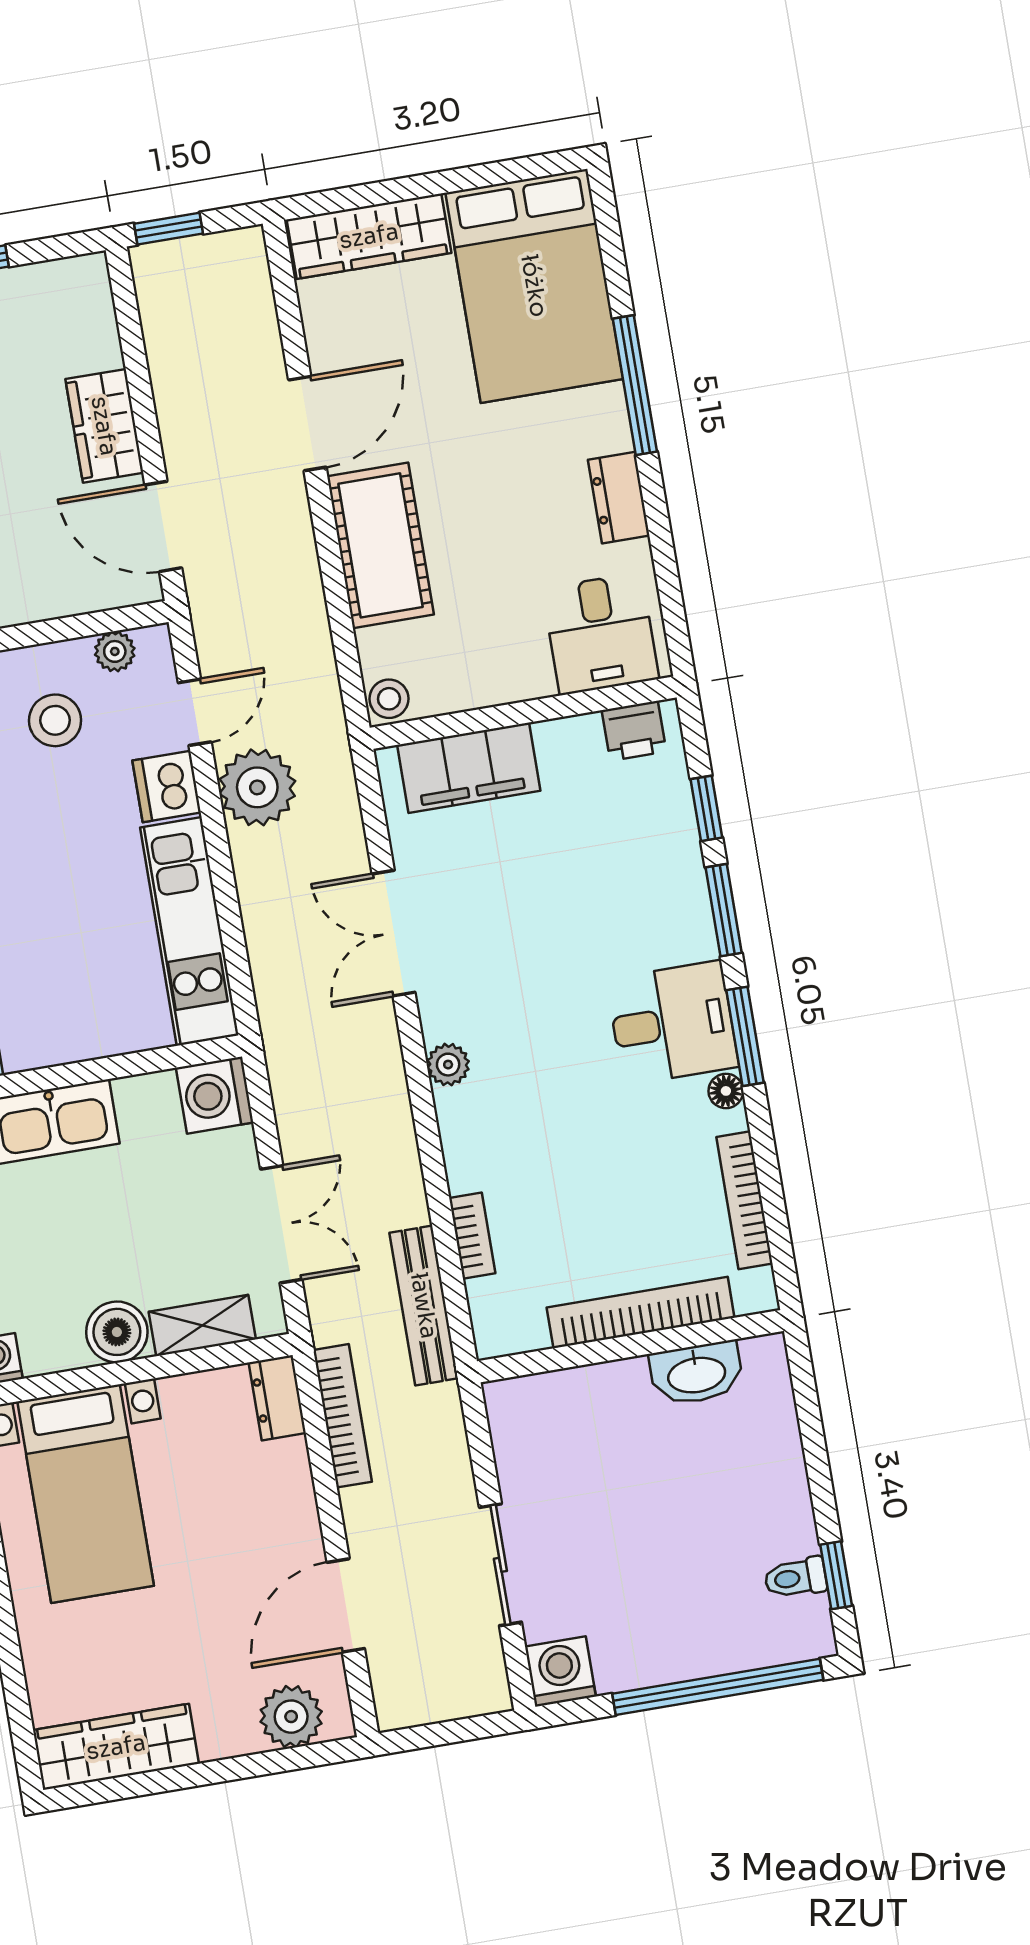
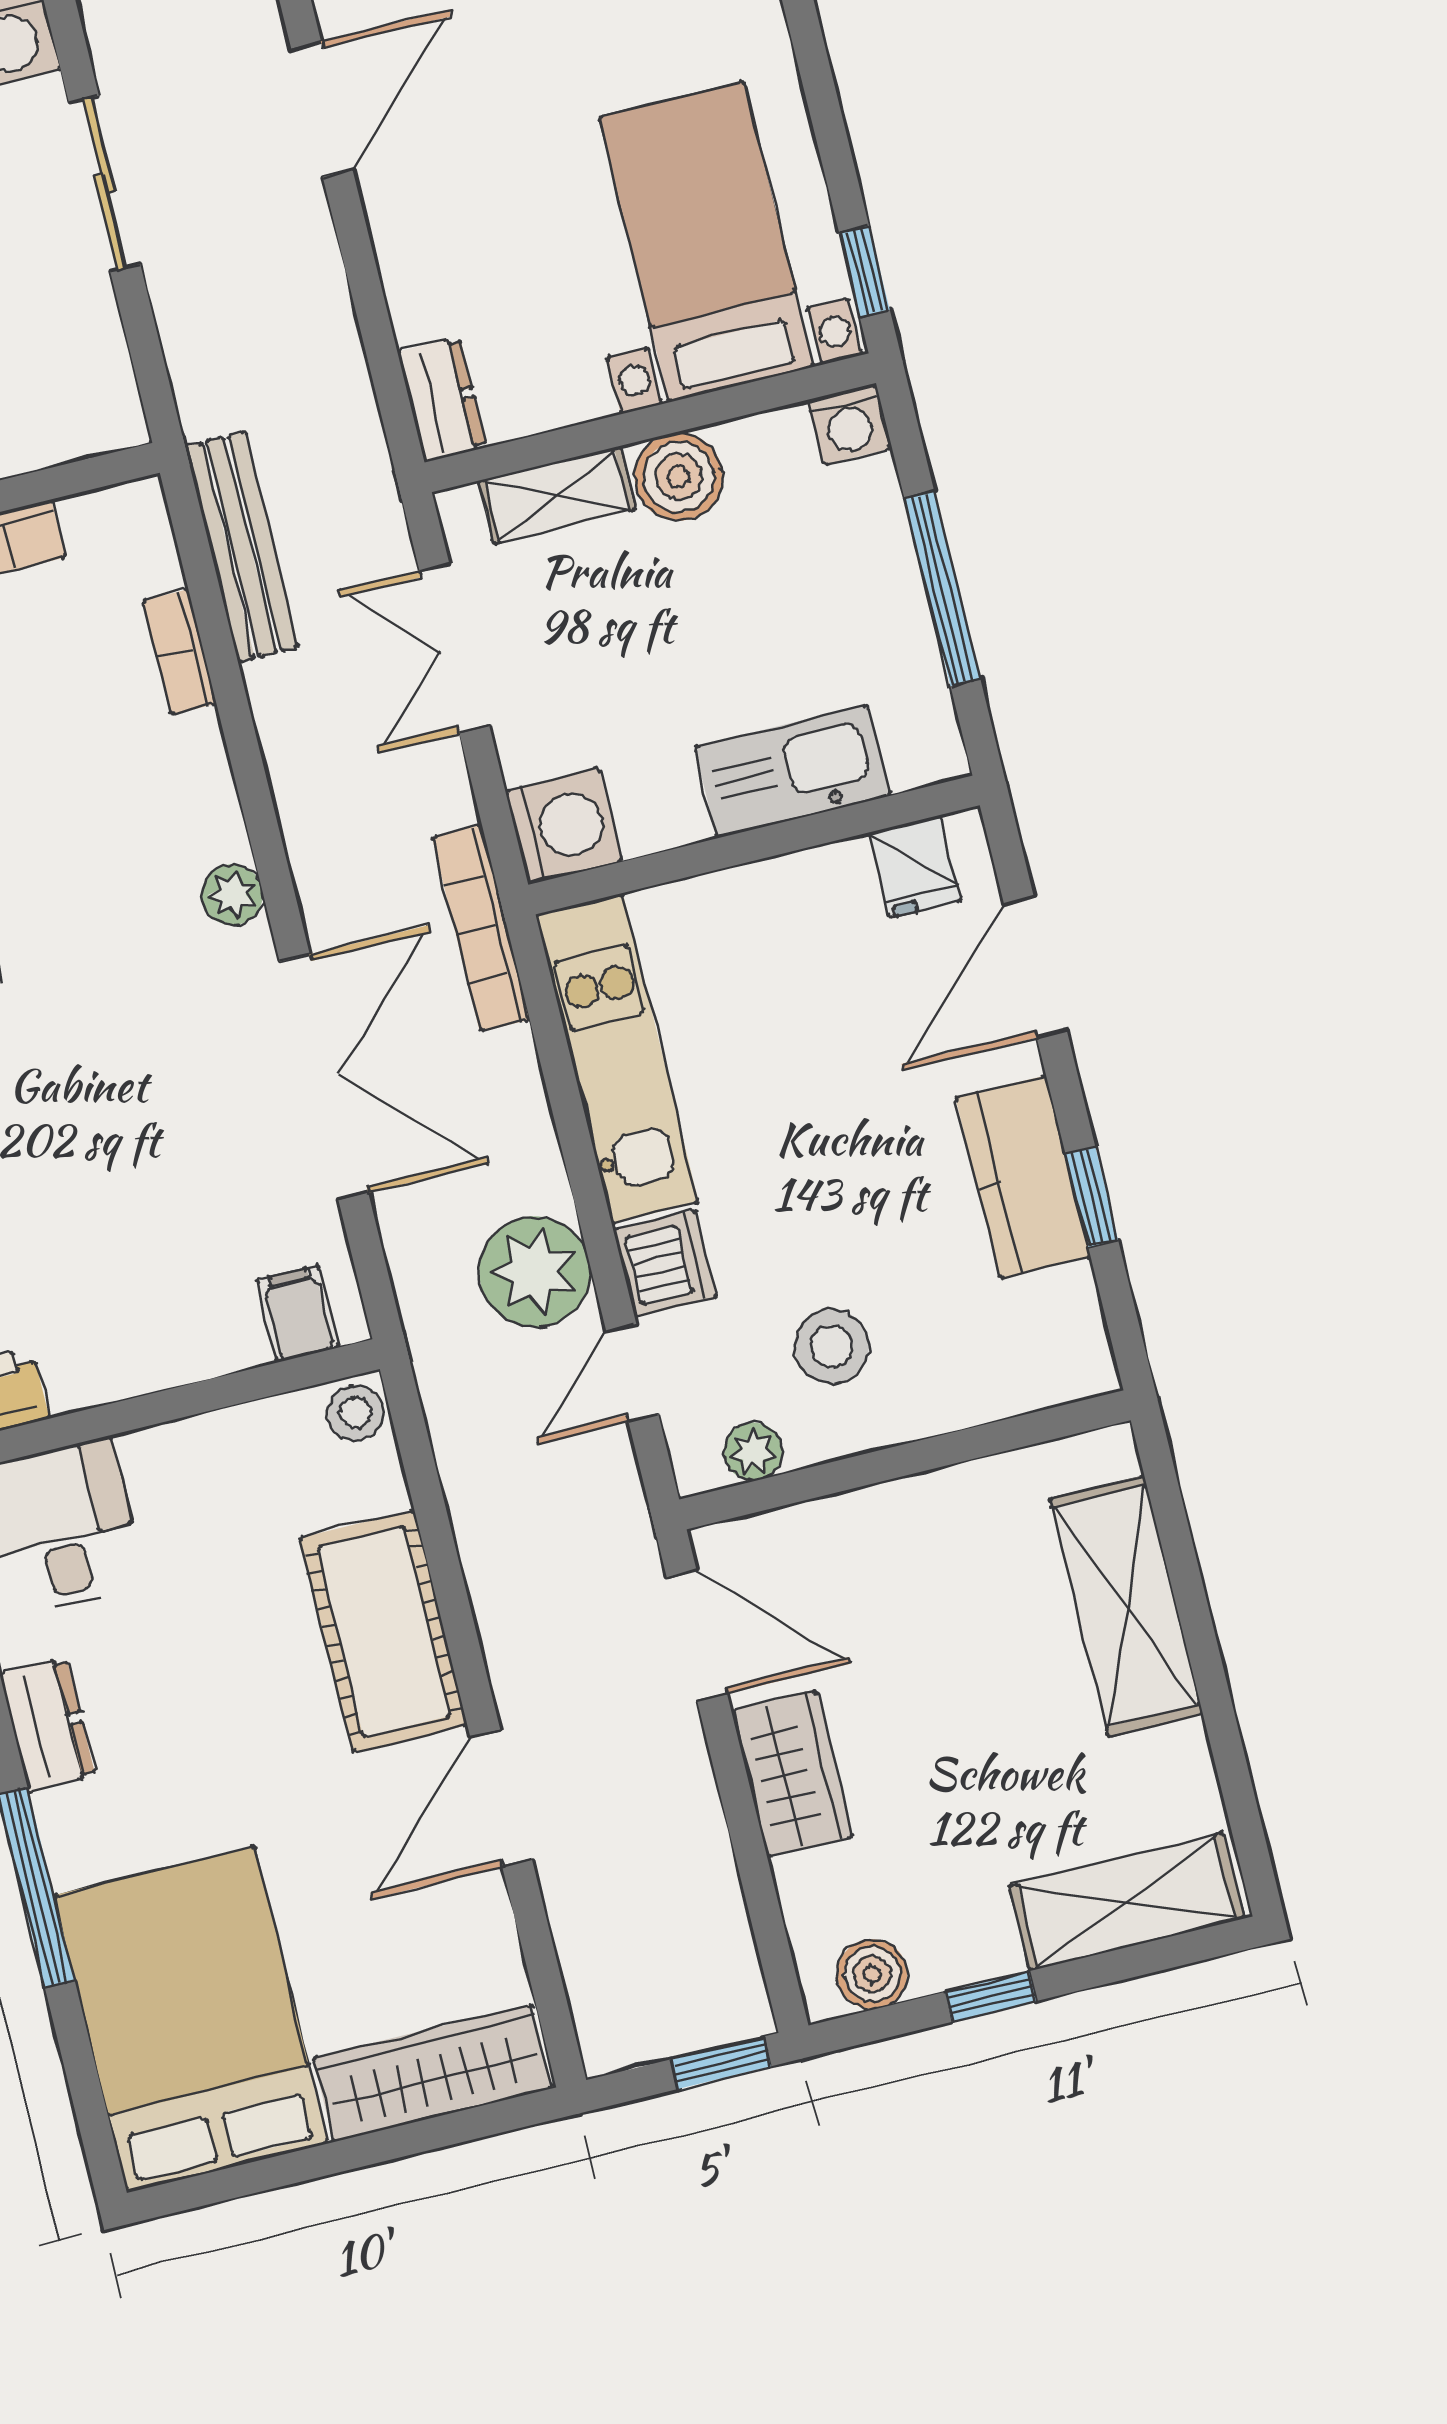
boiler: (59, 283) -> (872, 1974), added
filing cabinet: (469, 768) -> (298, 1314), width x0.33, depth x0.86
double door: (394, 933) -> (324, 1077), width x1.37
bookcase: (343, 1416) -> (481, 928), moved

